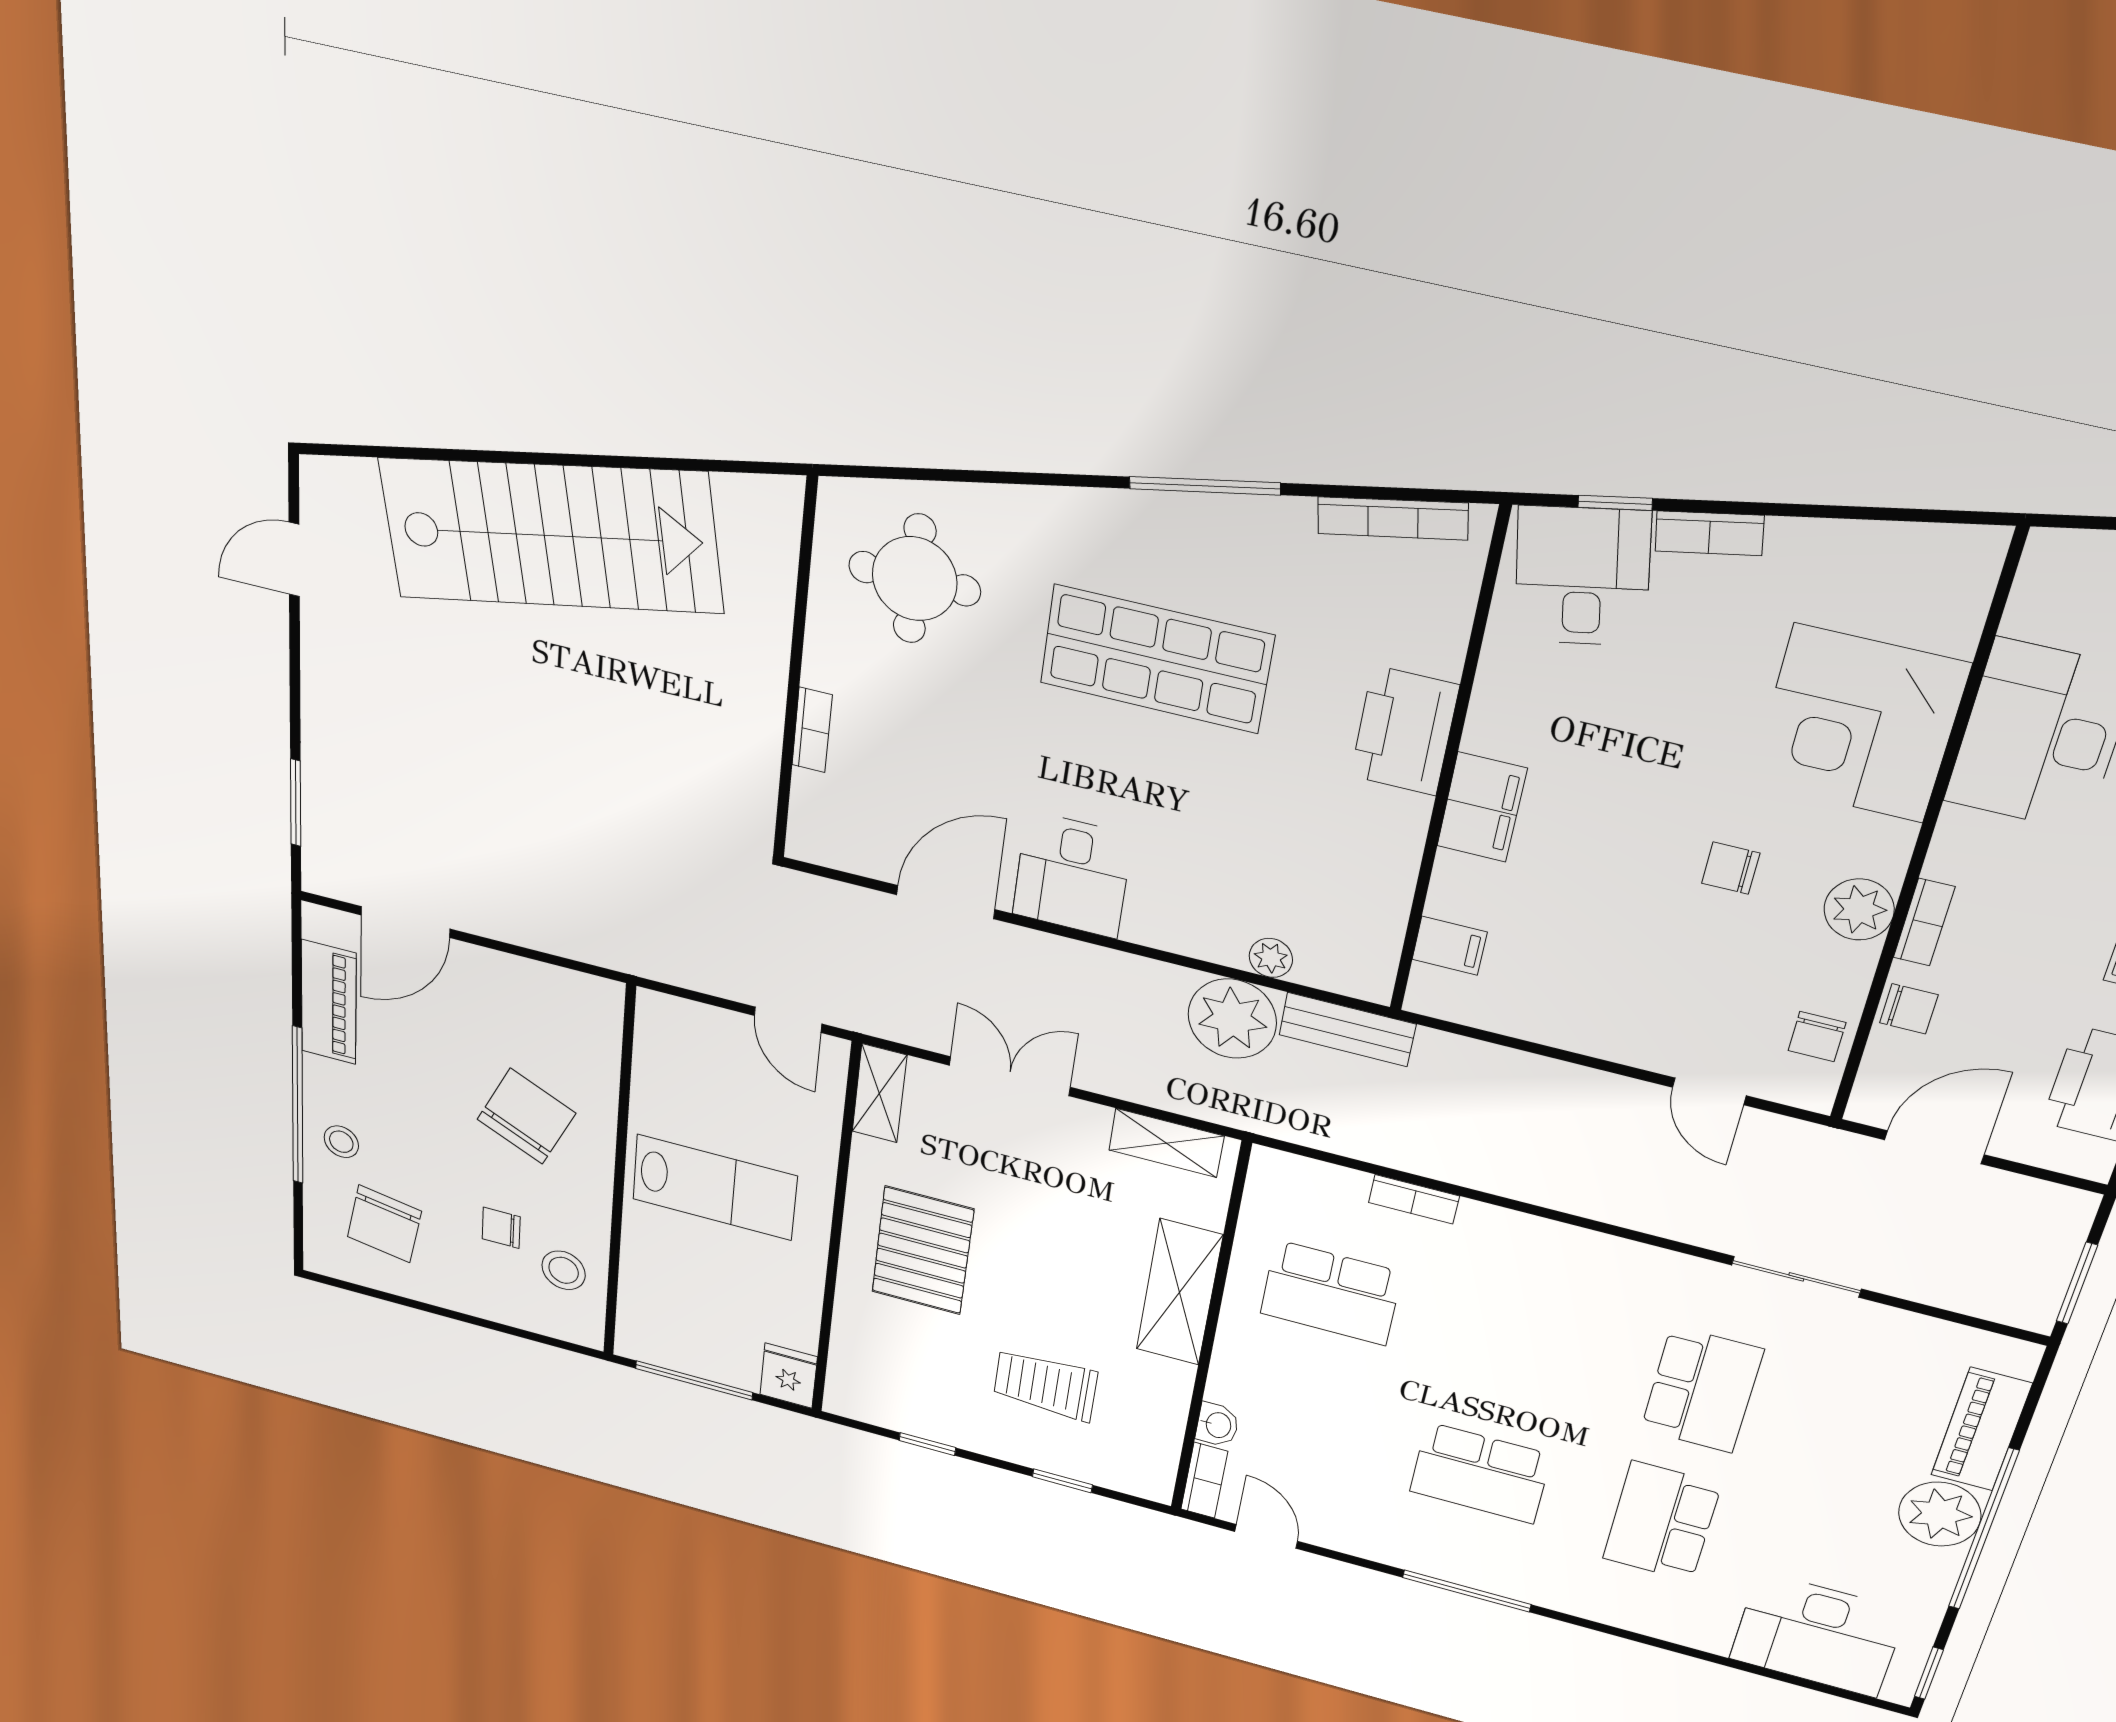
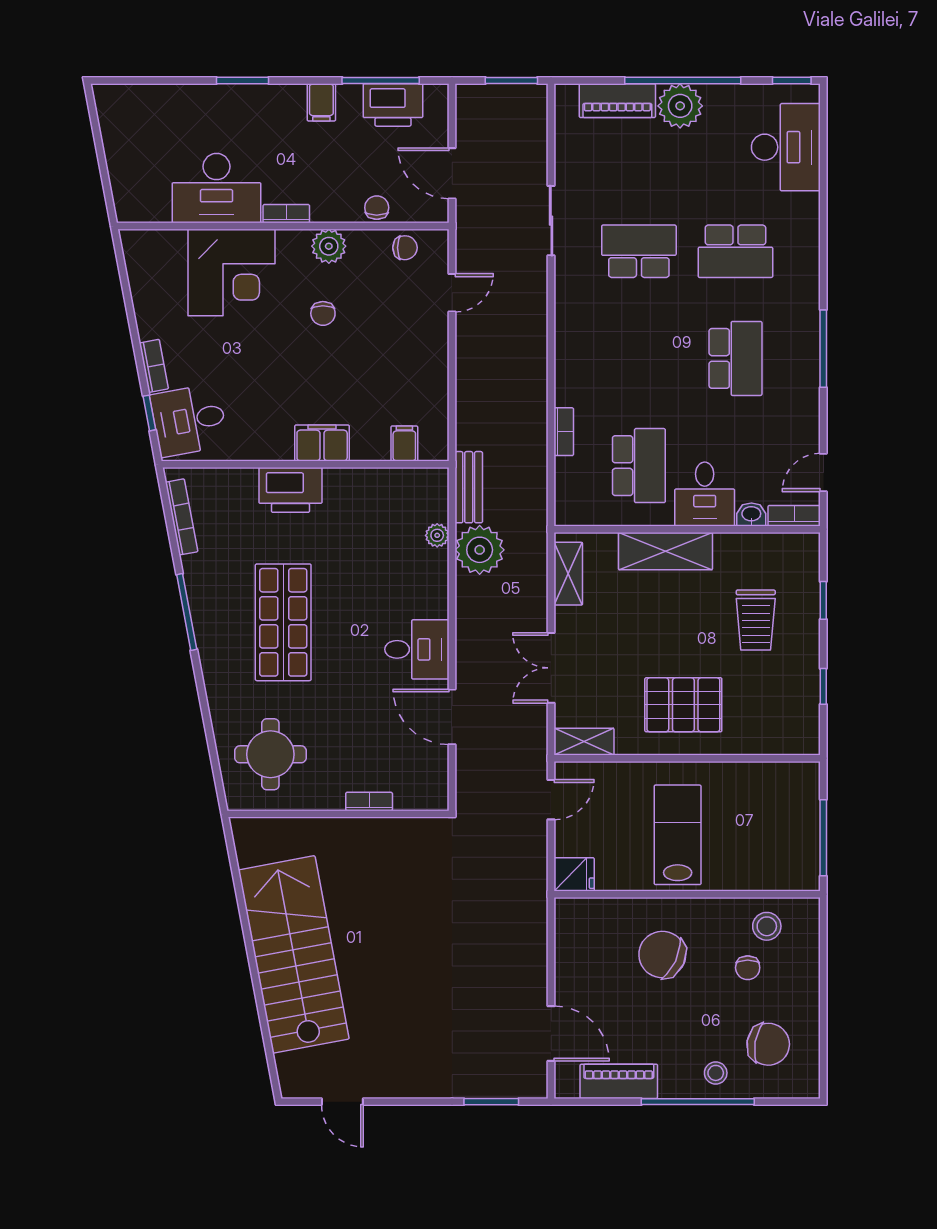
bookcase: (1924, 922) -> (286, 214), moved
desk: (1264, 1371) -> (705, 494), added
fridge: (789, 1376) -> (574, 874), moved, turned 180

